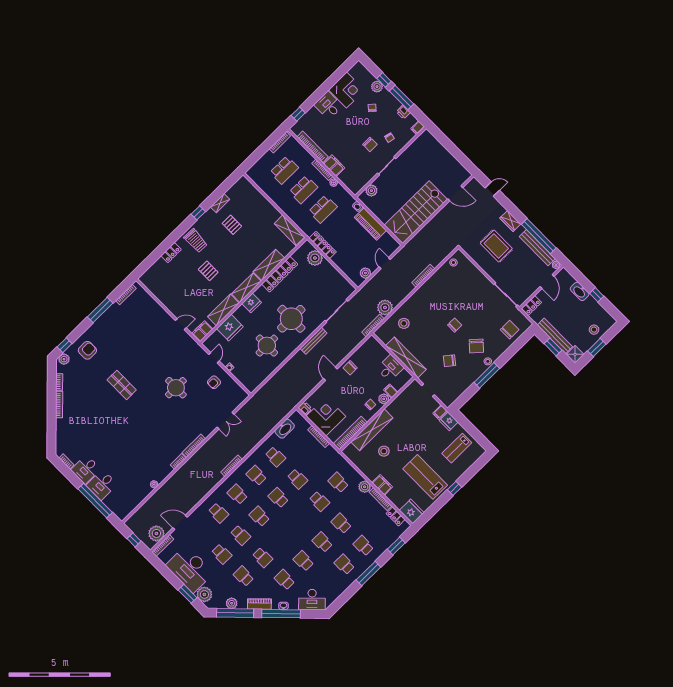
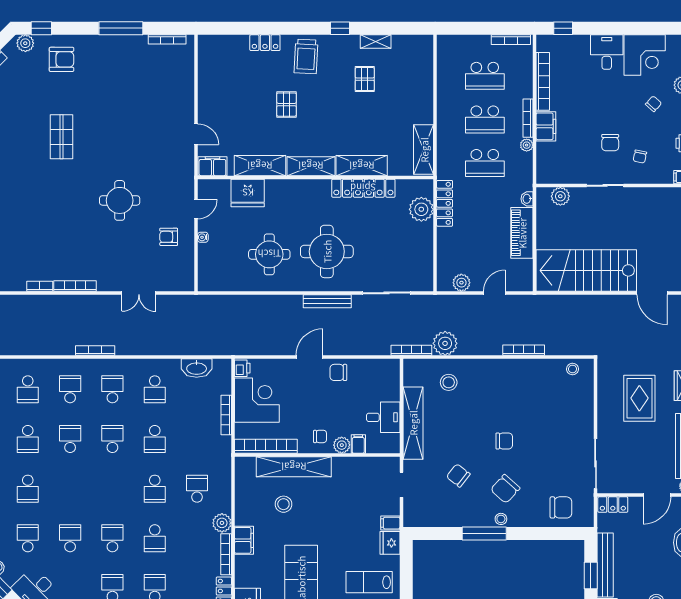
fridge: (252, 303) -> (300, 189), removed
school desk: (341, 523) -> (155, 538), turned 180

